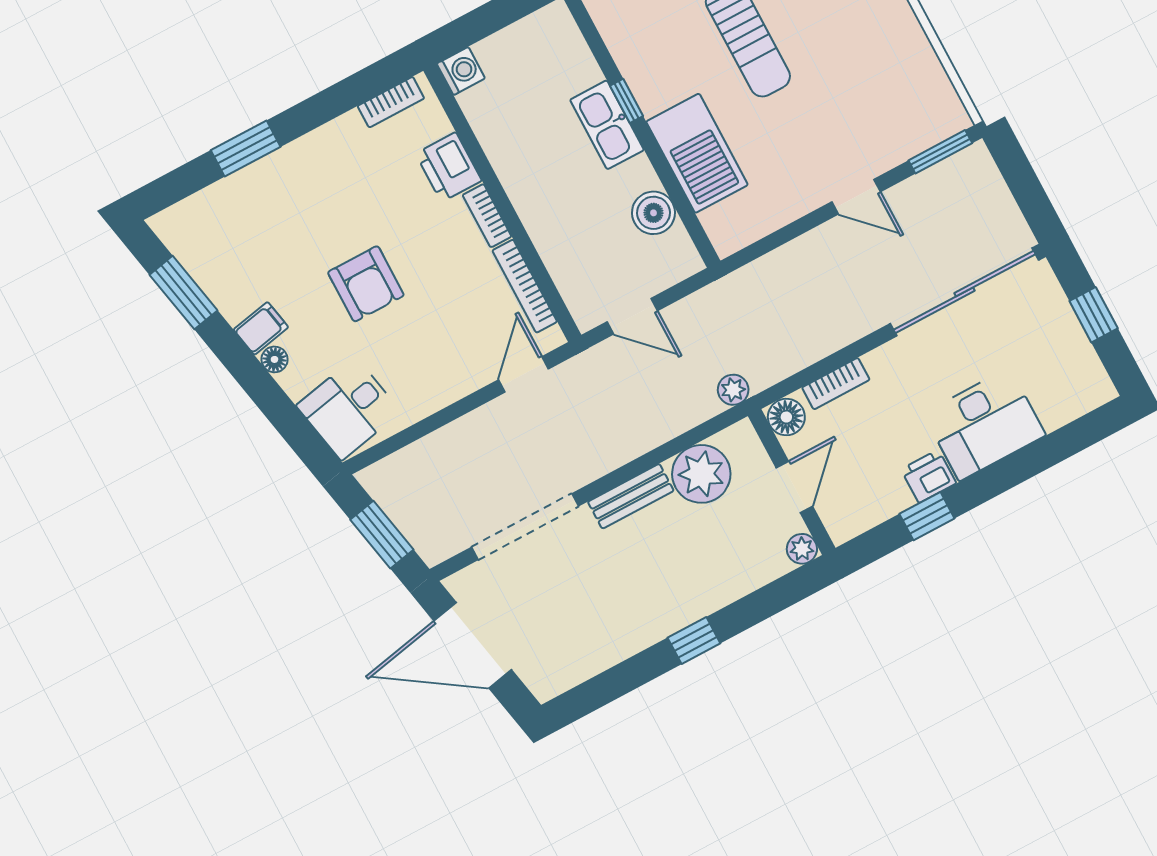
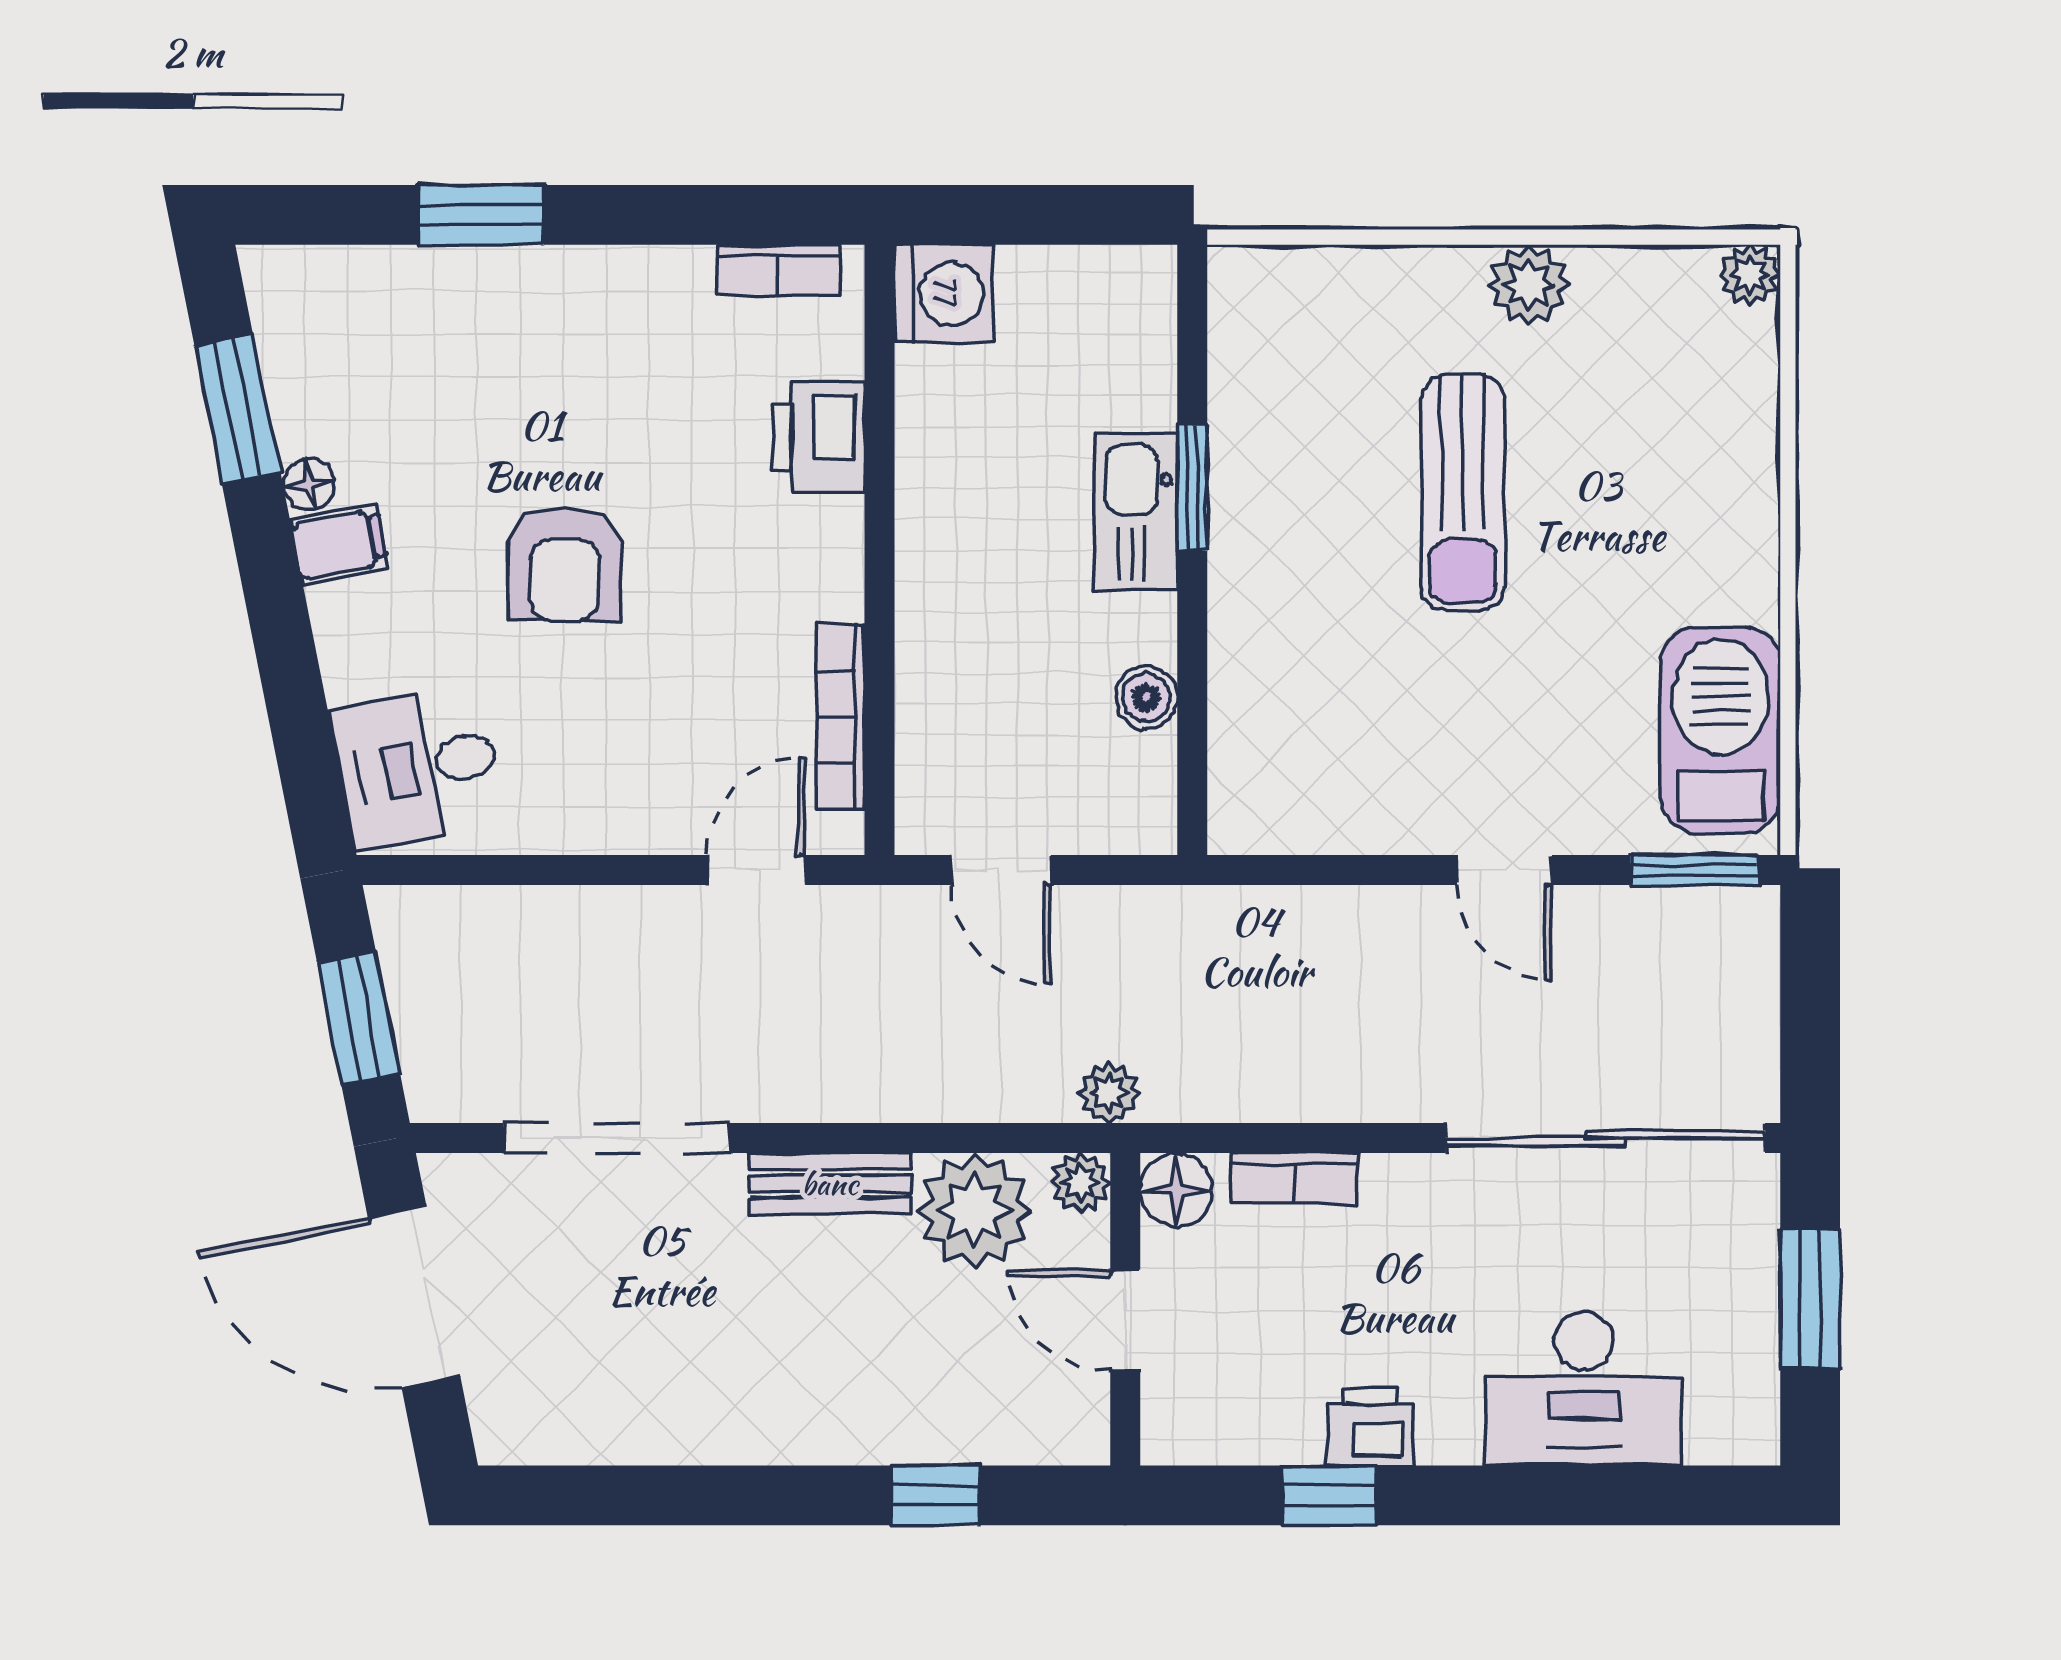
washing machine: (461, 71) -> (944, 294), width x1.38, depth x1.38
window: (627, 101) -> (1192, 488), width x1.50
barbecue: (697, 153) -> (1721, 730), moved, turned 180
boiler: (653, 213) -> (1146, 697), width x0.73, depth x0.73
bookcase: (487, 216) -> (841, 558), removed
window: (1094, 315) -> (1810, 1299), width x1.50
floor lamp: (274, 359) -> (309, 484), moved
desk: (985, 424) -> (1584, 1389), moved
door: (794, 487) -> (1125, 1321), swing flipped
plant: (802, 549) -> (1081, 1183), moved
window: (694, 641) -> (935, 1495), moved

